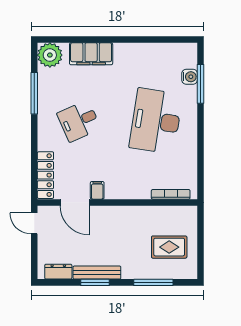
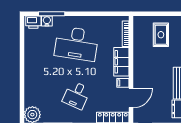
filing cabinet: (91, 54) -> (121, 62), moved, turned 180
printer: (188, 57) -> (33, 22), added
desk: (79, 121) -> (76, 95), turned 48

